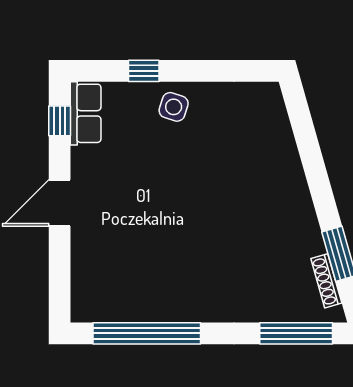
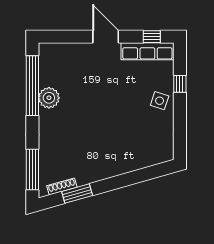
row of seats: (86, 113) -> (147, 51), width x1.48
plant: (168, 304) -> (49, 98), added

